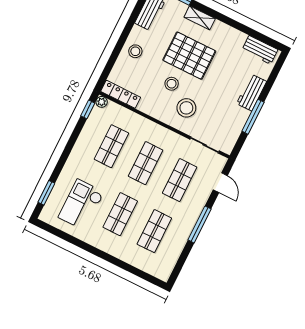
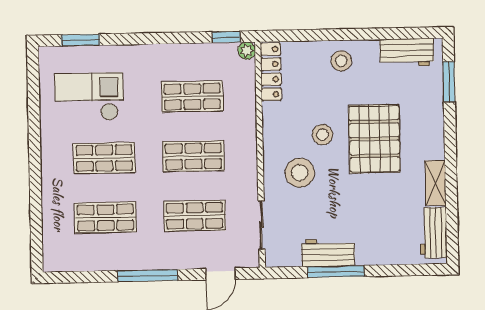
shelving: (200, 18) -> (435, 183), moved
workbench: (251, 92) -> (328, 253), moved

